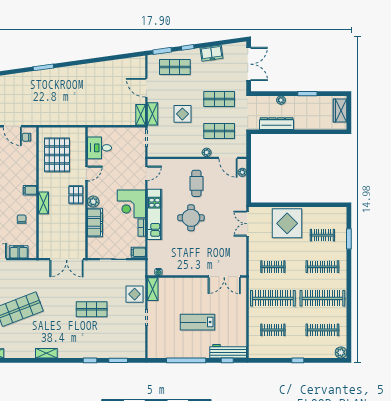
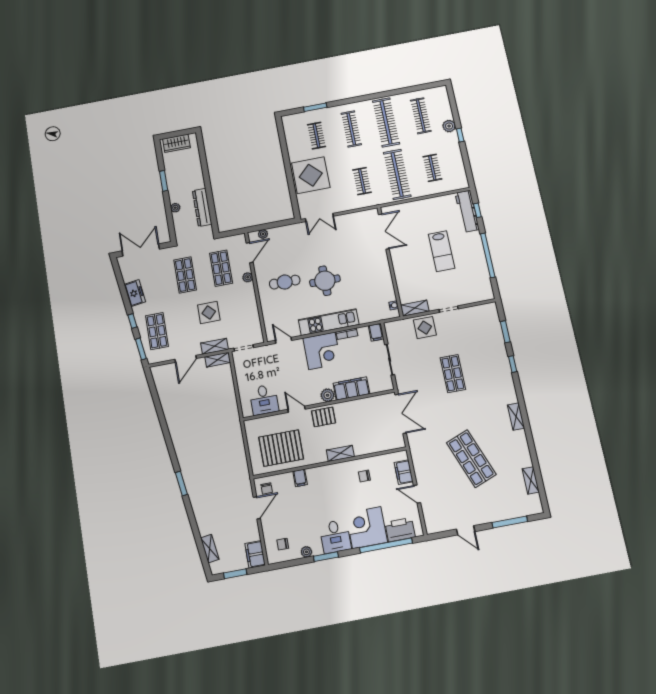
filing cabinet: (30, 190) -> (300, 478), moved
plant: (341, 352) -> (449, 126), moved

